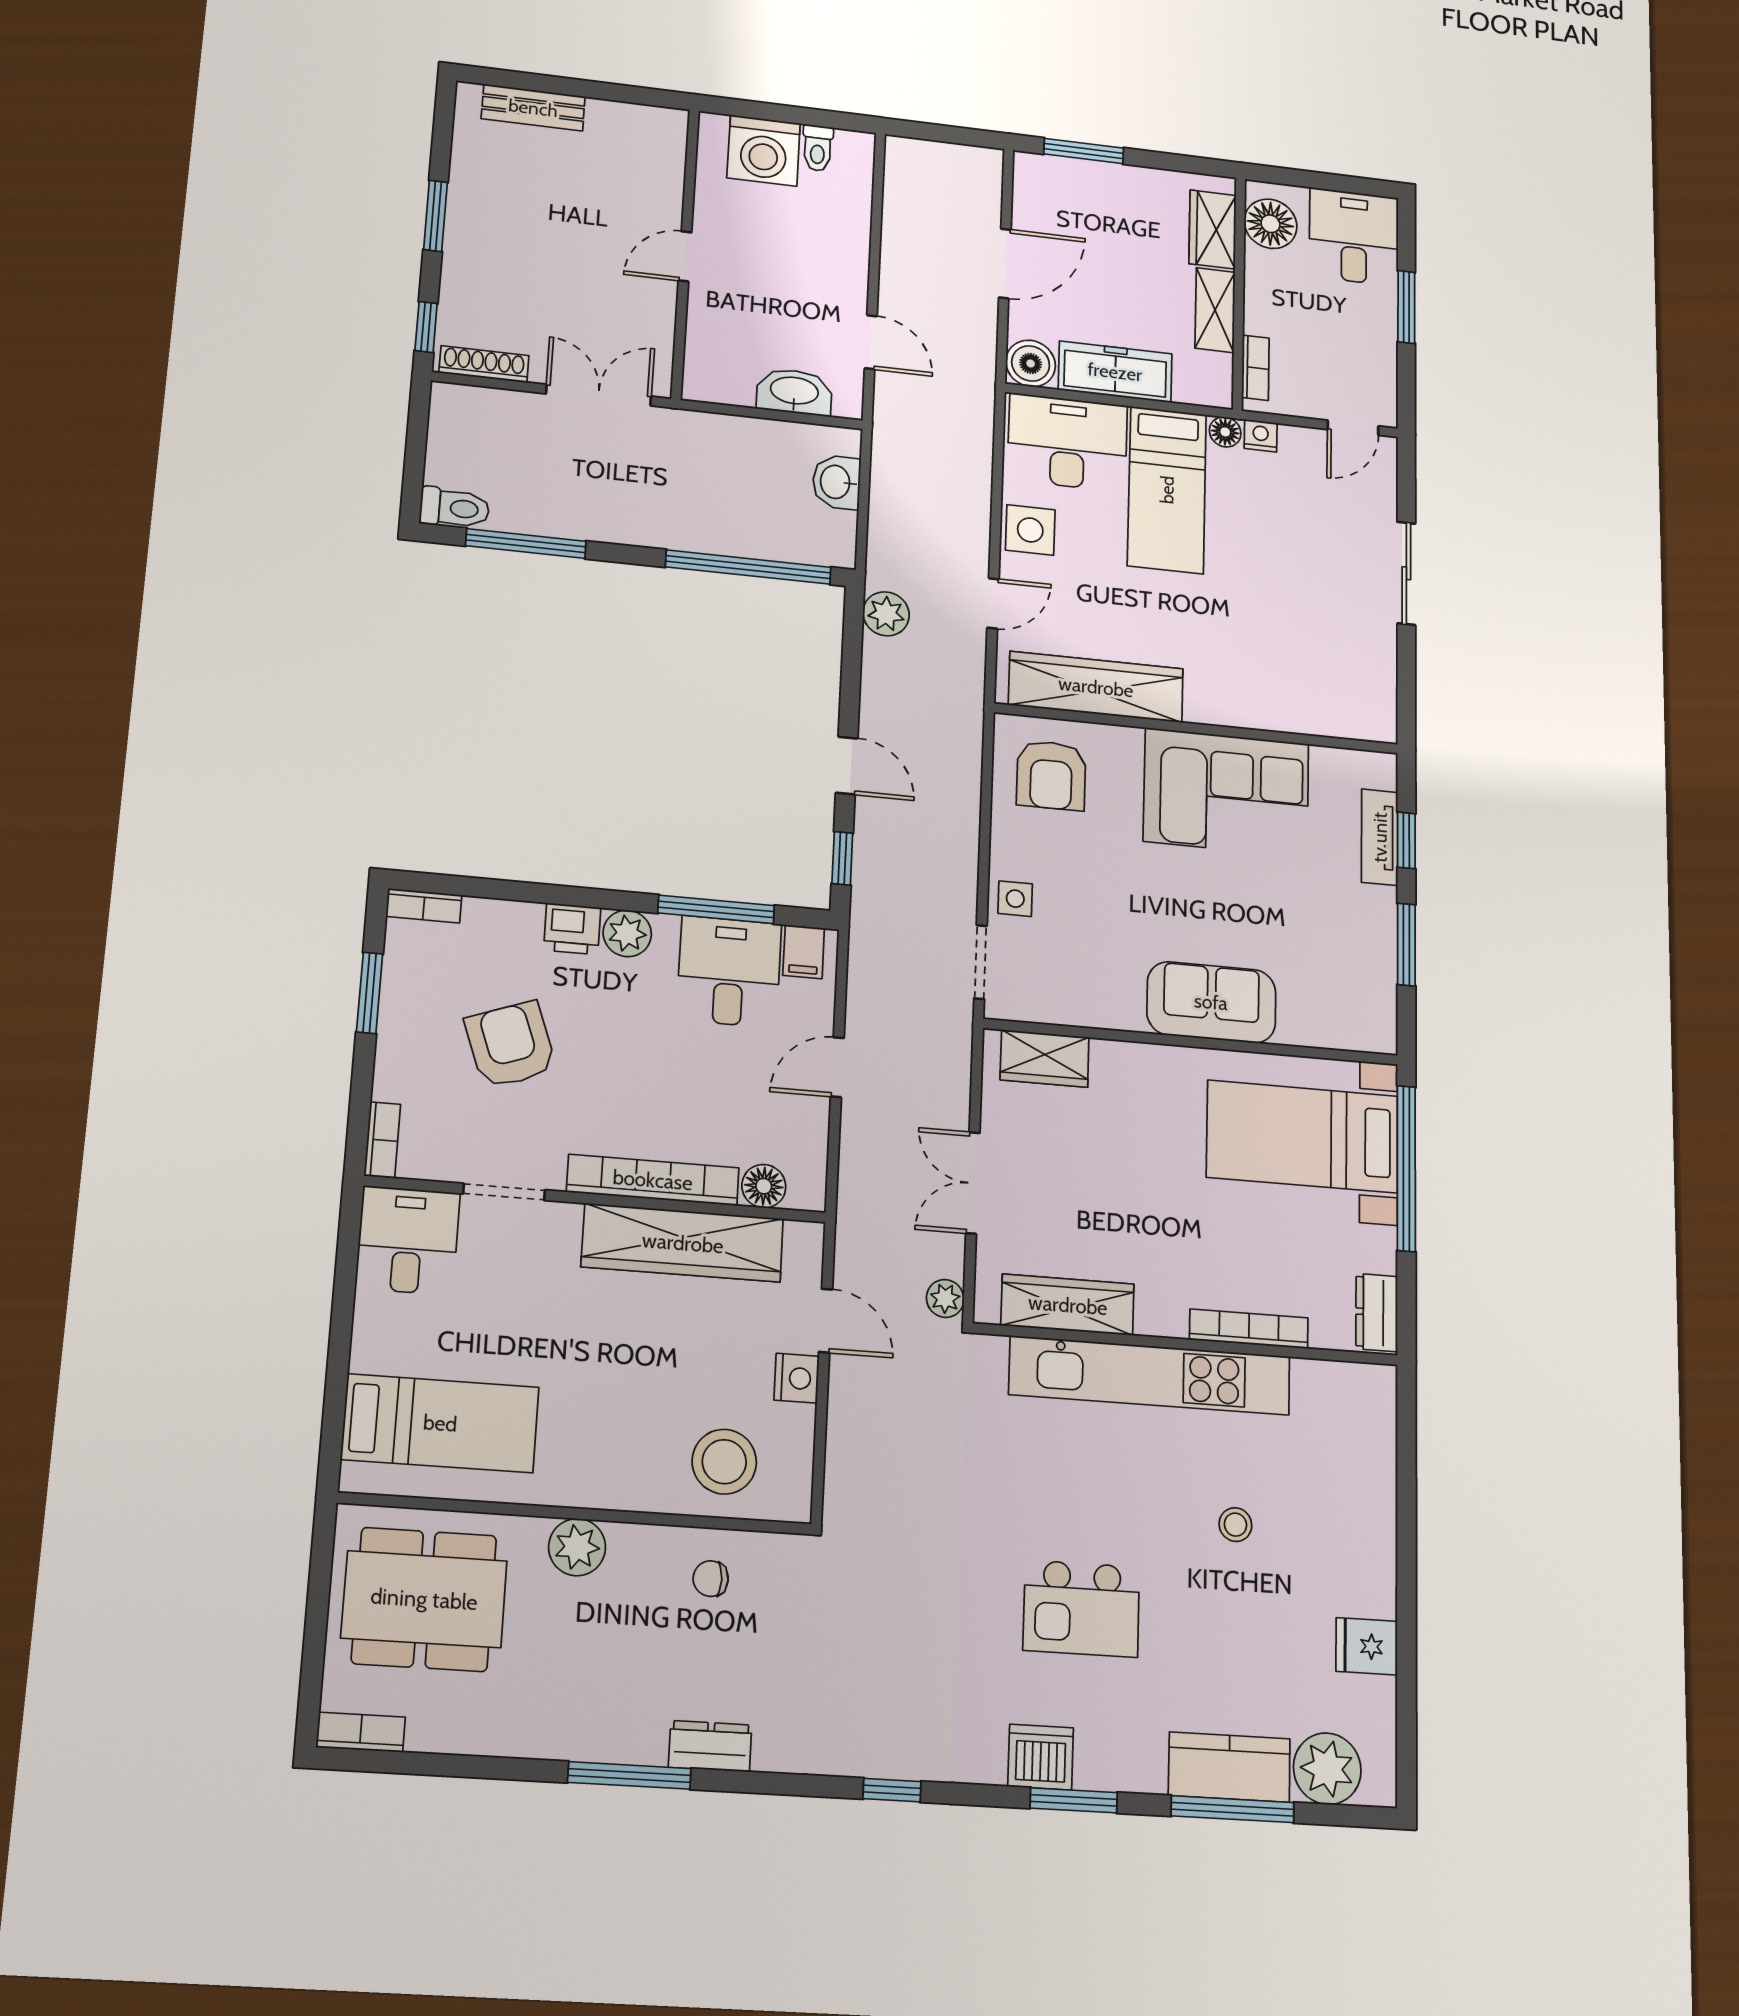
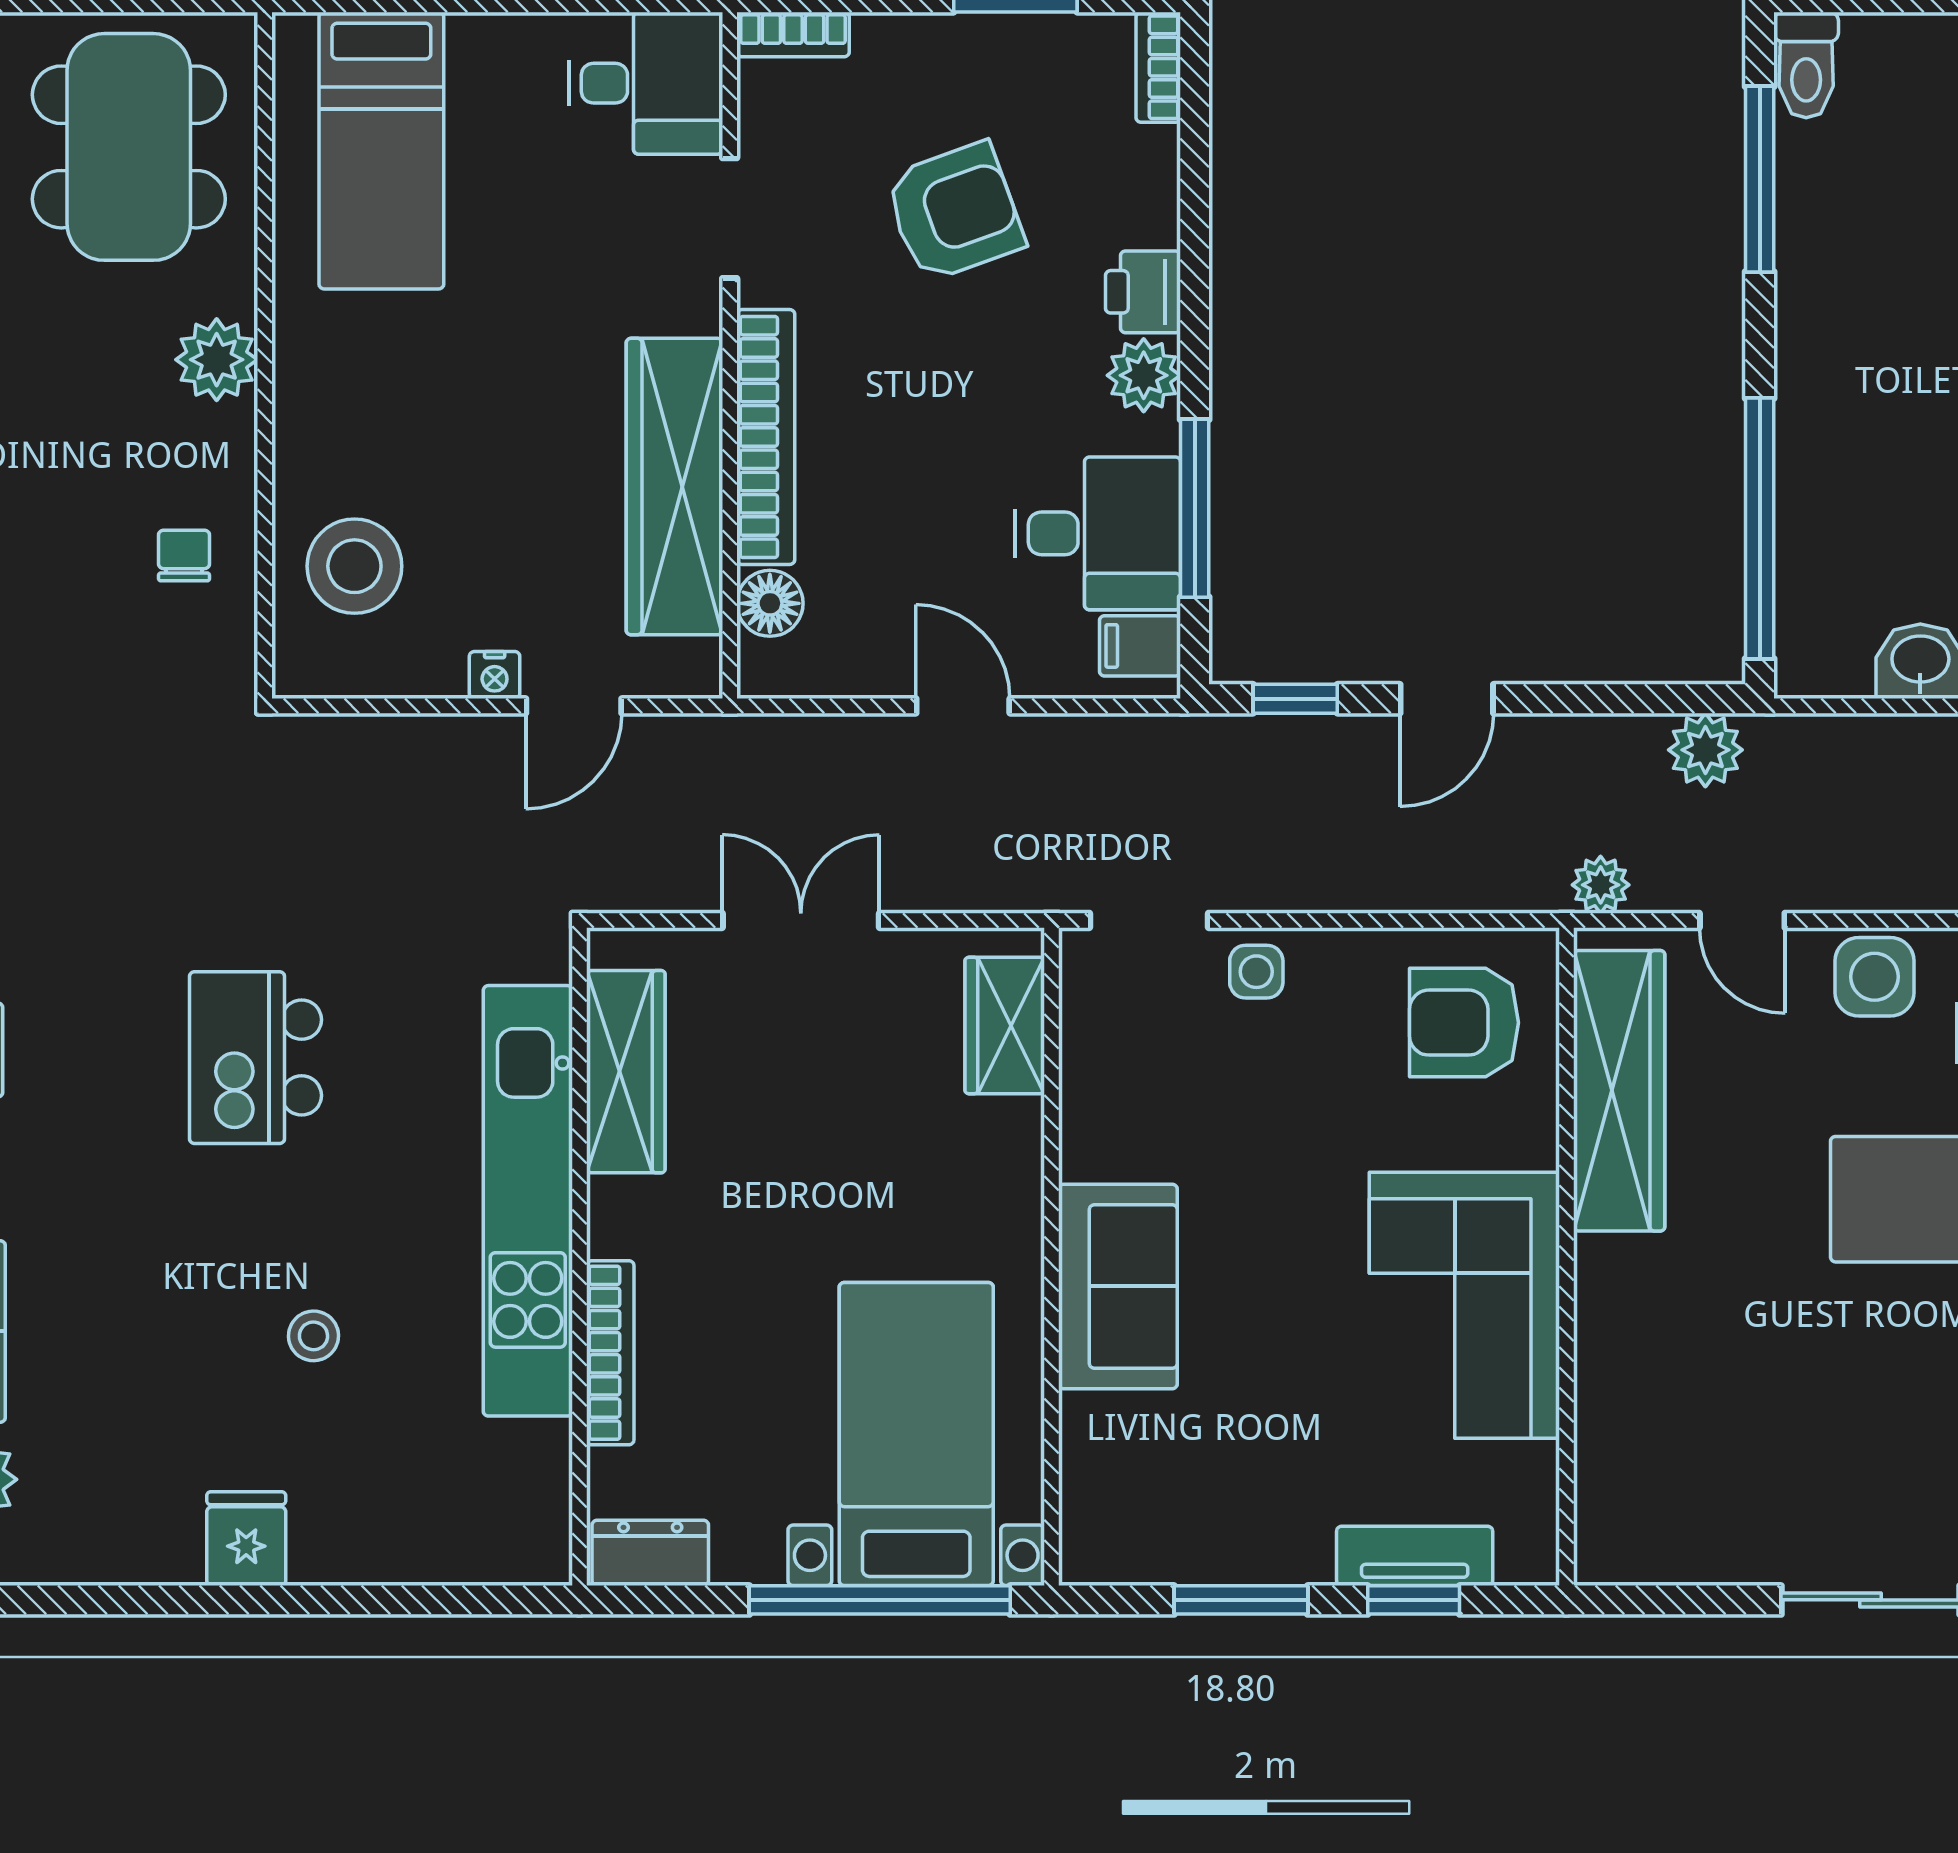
plant: (945, 1298) -> (1601, 885), moved
nightstand: (797, 1378) -> (495, 675), width x0.72, depth x0.74
kitchen island: (1081, 1609) -> (255, 1058), moved
fridge: (1367, 1646) -> (246, 1539), moved

